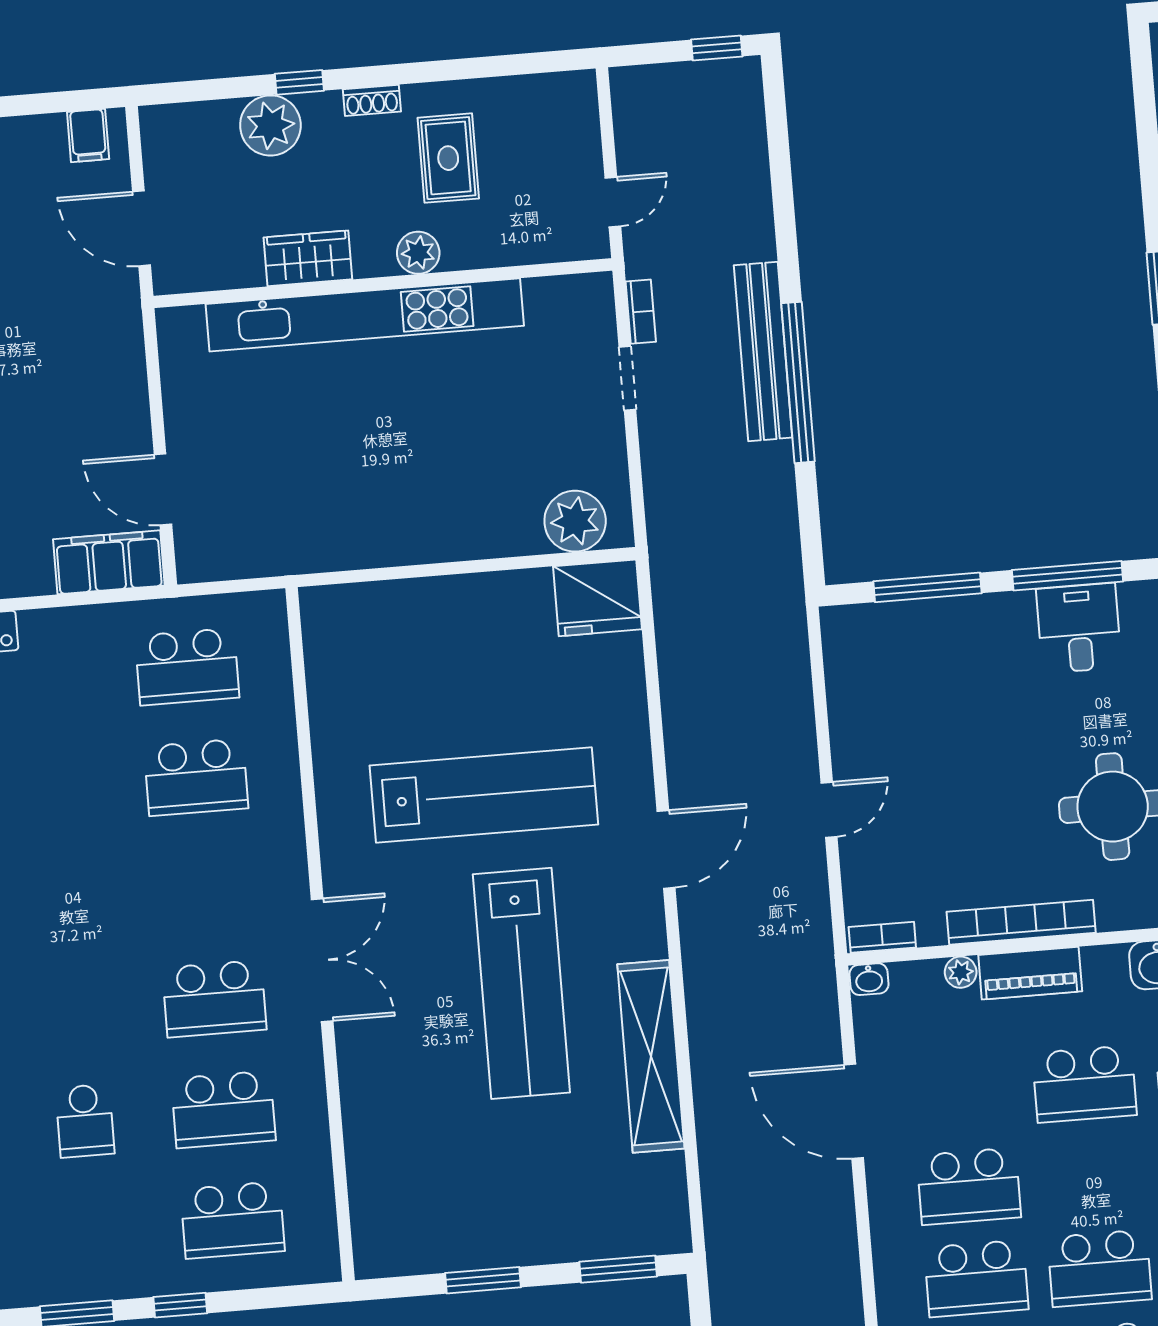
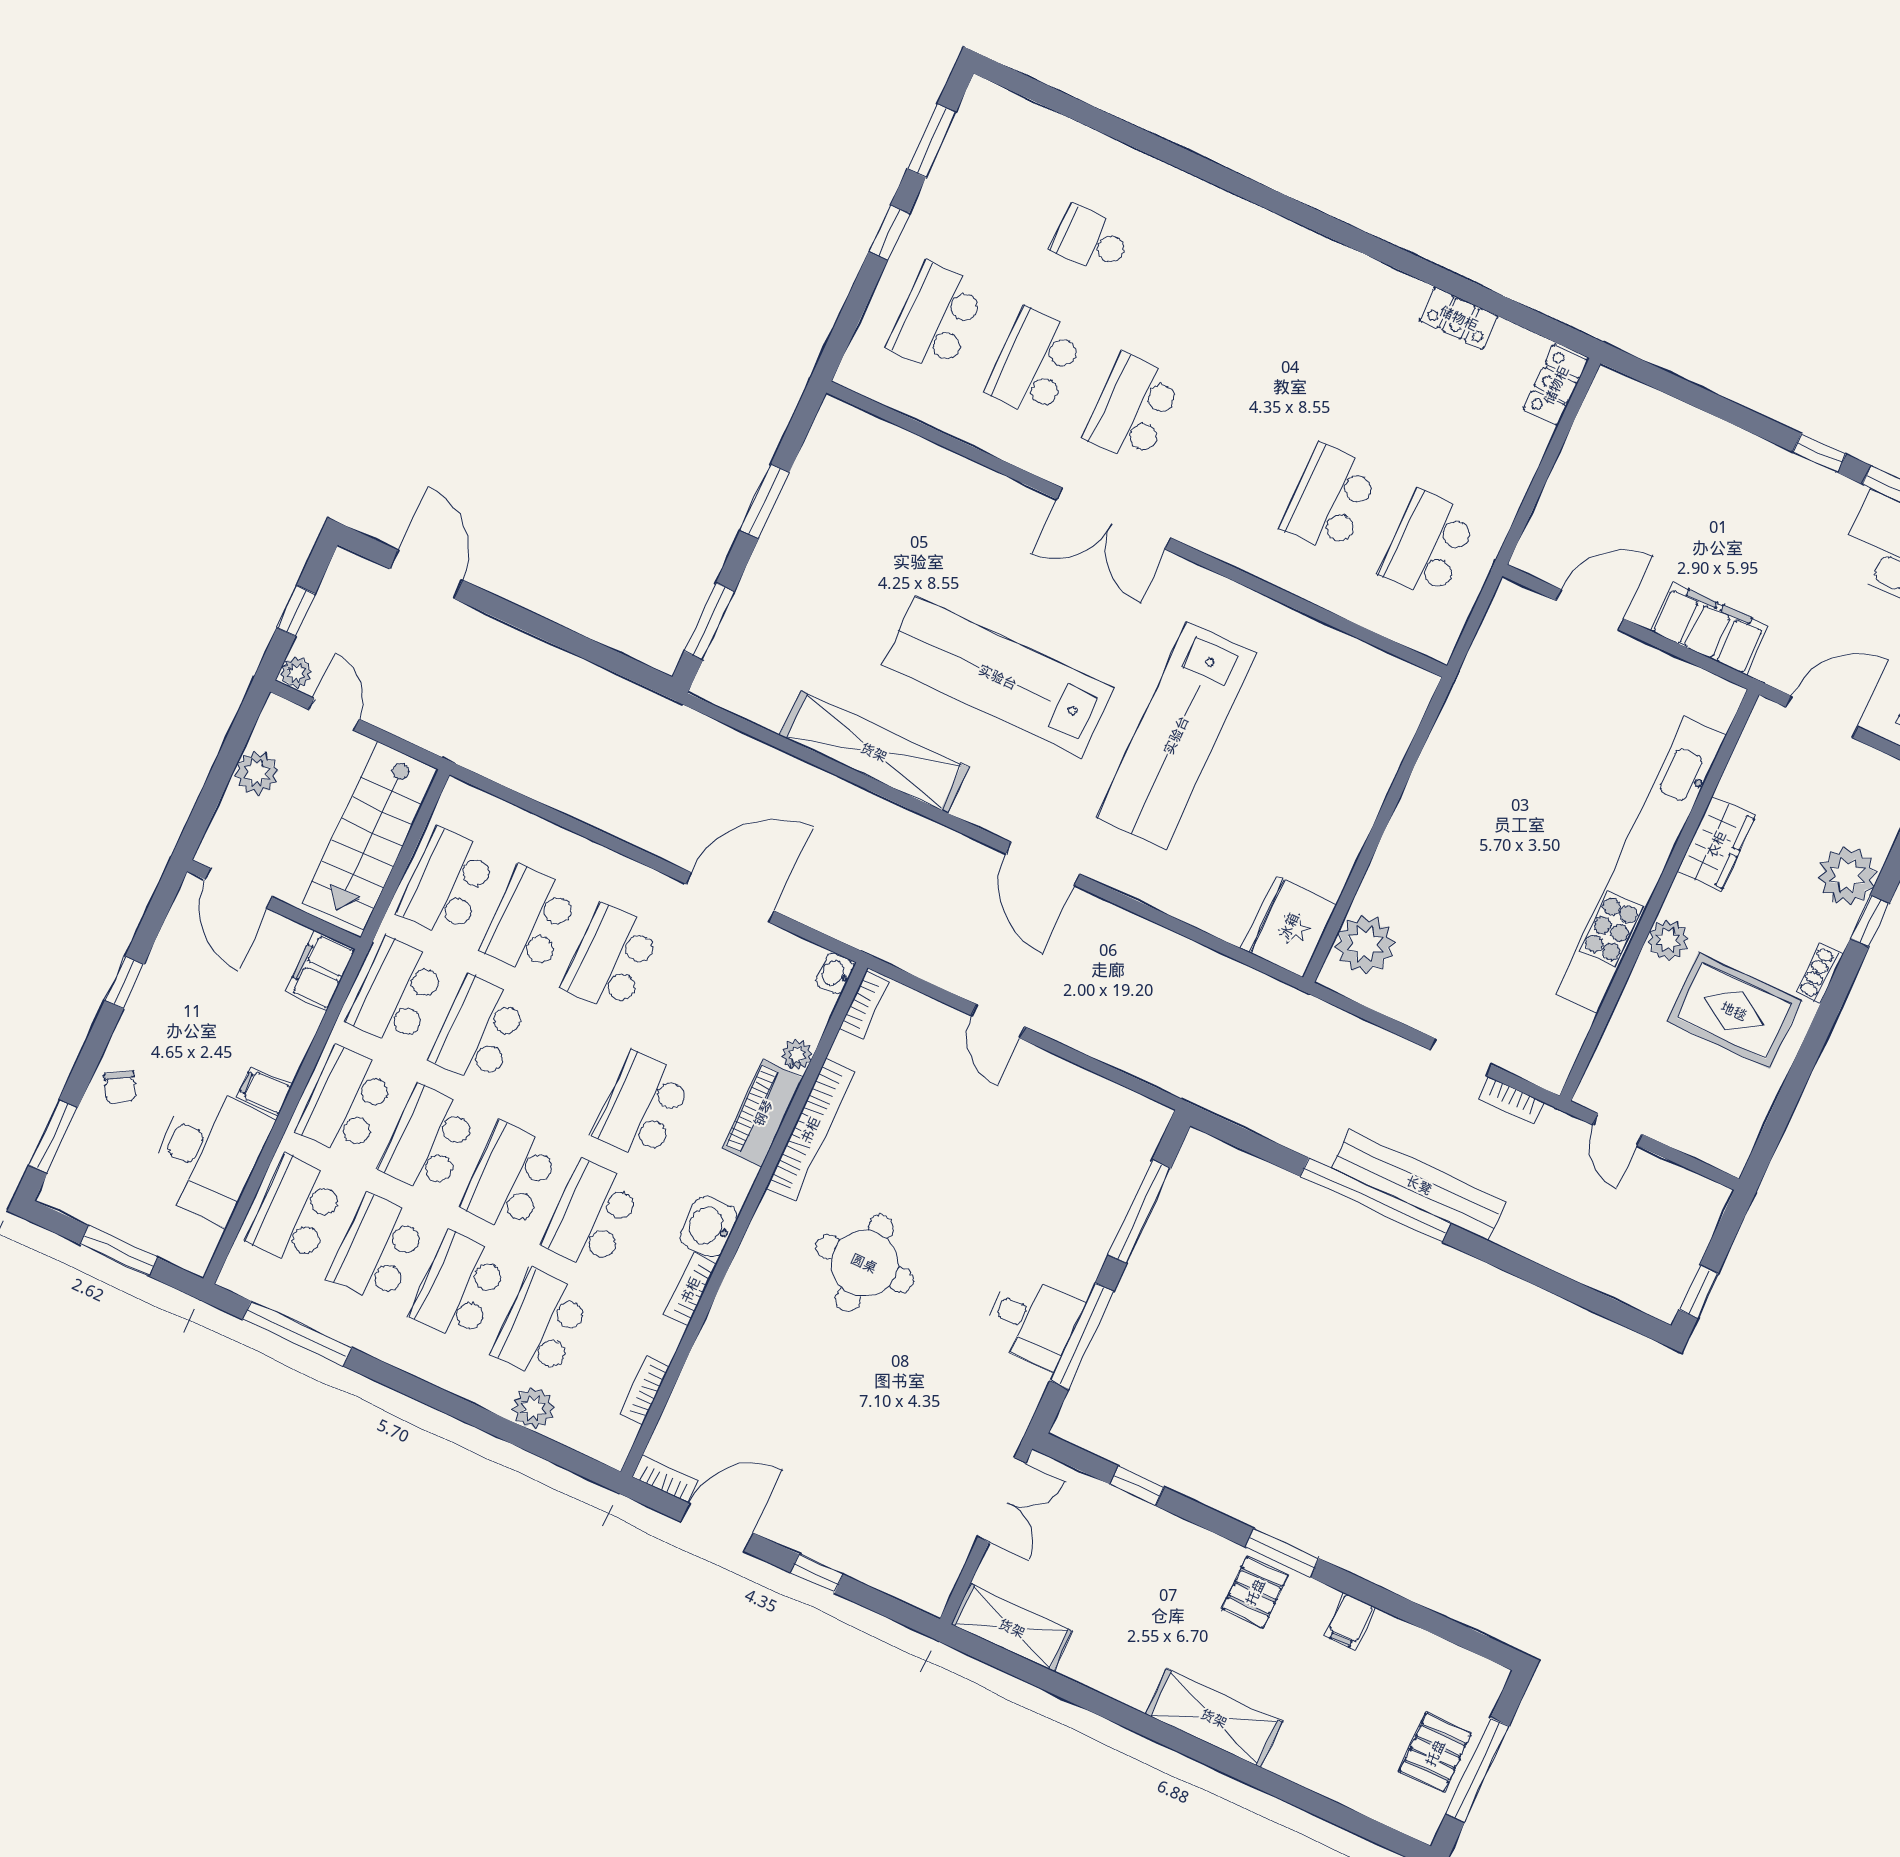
rug: (448, 158) -> (1734, 1011), width x1.36, depth x1.43
filing cabinet: (109, 562) -> (1709, 628), moved, turned -90

